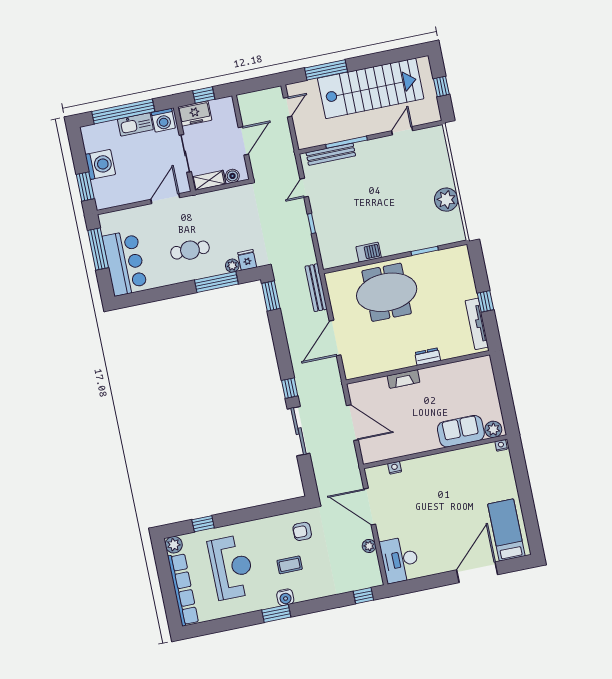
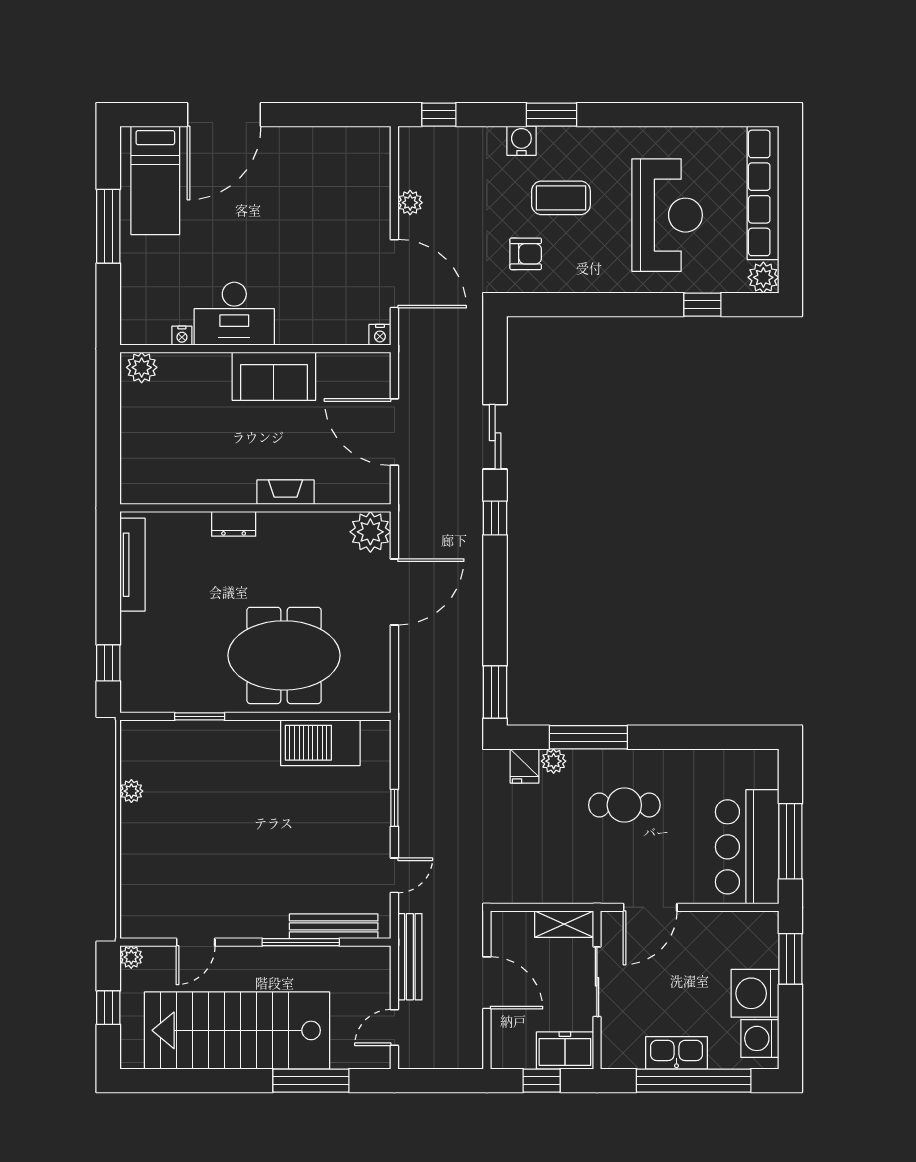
plant: (435, 116) -> (131, 957), added
washing machine: (163, 120) -> (760, 1038), moved, turned -90
door: (243, 141) -> (487, 983), swing flipped
boiler: (232, 176) -> (520, 923), removed
plant: (446, 200) -> (131, 791), width x0.53, depth x0.53
barbecue: (369, 252) -> (320, 743), width x1.88, depth x1.53
bar counter: (125, 263) -> (747, 847), moved
bench: (316, 288) -> (410, 957), moved
window: (486, 301) -> (108, 663), moved
plant: (354, 367) -> (370, 532), added
sliding door: (299, 431) -> (495, 437), width x0.73
sofa: (461, 431) -> (274, 376), moved
nightstand: (501, 445) -> (182, 336), moved
nightstand: (395, 468) -> (380, 335), moved
window: (526, 501) -> (108, 226), added
desk: (400, 560) -> (234, 314), moved, turned 90
coffee table: (290, 565) -> (561, 198), width x1.36, depth x1.30
reception desk: (231, 567) -> (667, 215), turned 180
water cooler: (285, 597) -> (521, 141), moved
window: (276, 614) -> (551, 115), moved

